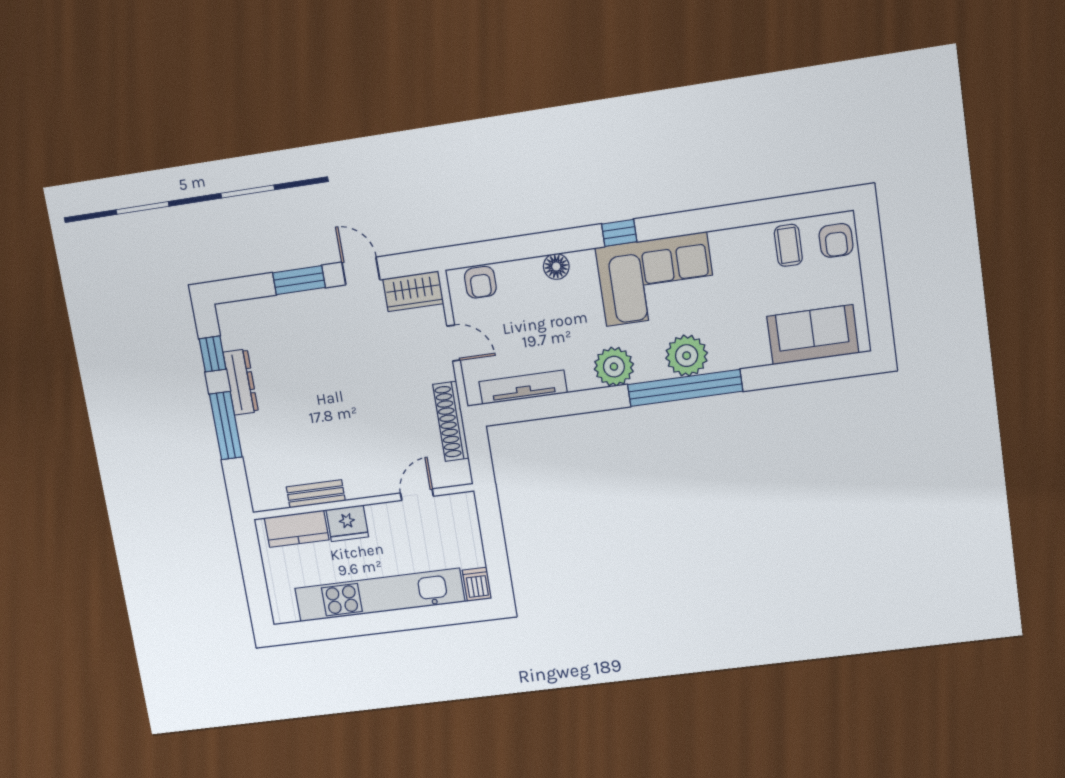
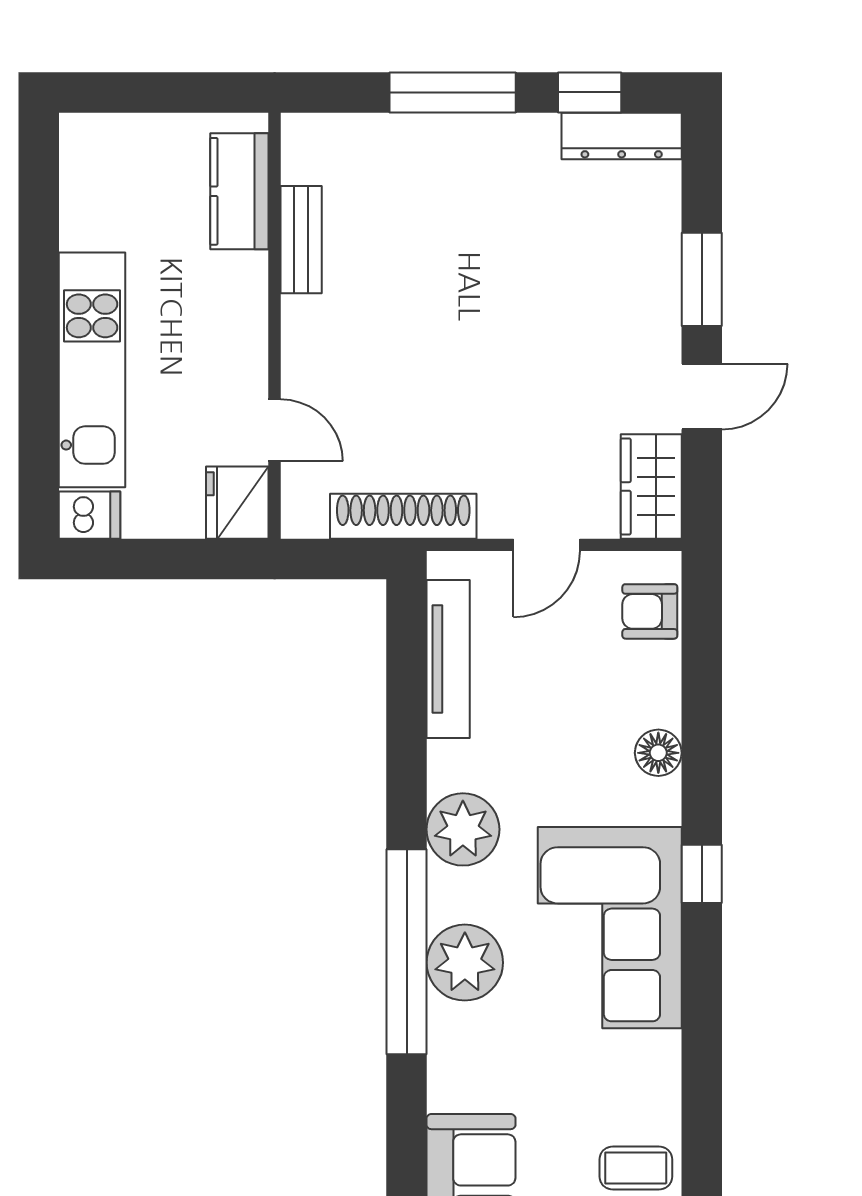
dresser: (241, 382) -> (622, 136), moved
fridge: (347, 523) -> (237, 503), moved
kitchen unit: (380, 595) -> (92, 370), width x0.73

